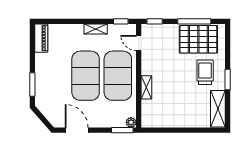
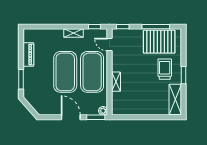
piano: (41, 38) -> (28, 55), moved
door: (77, 130) -> (71, 117), moved

